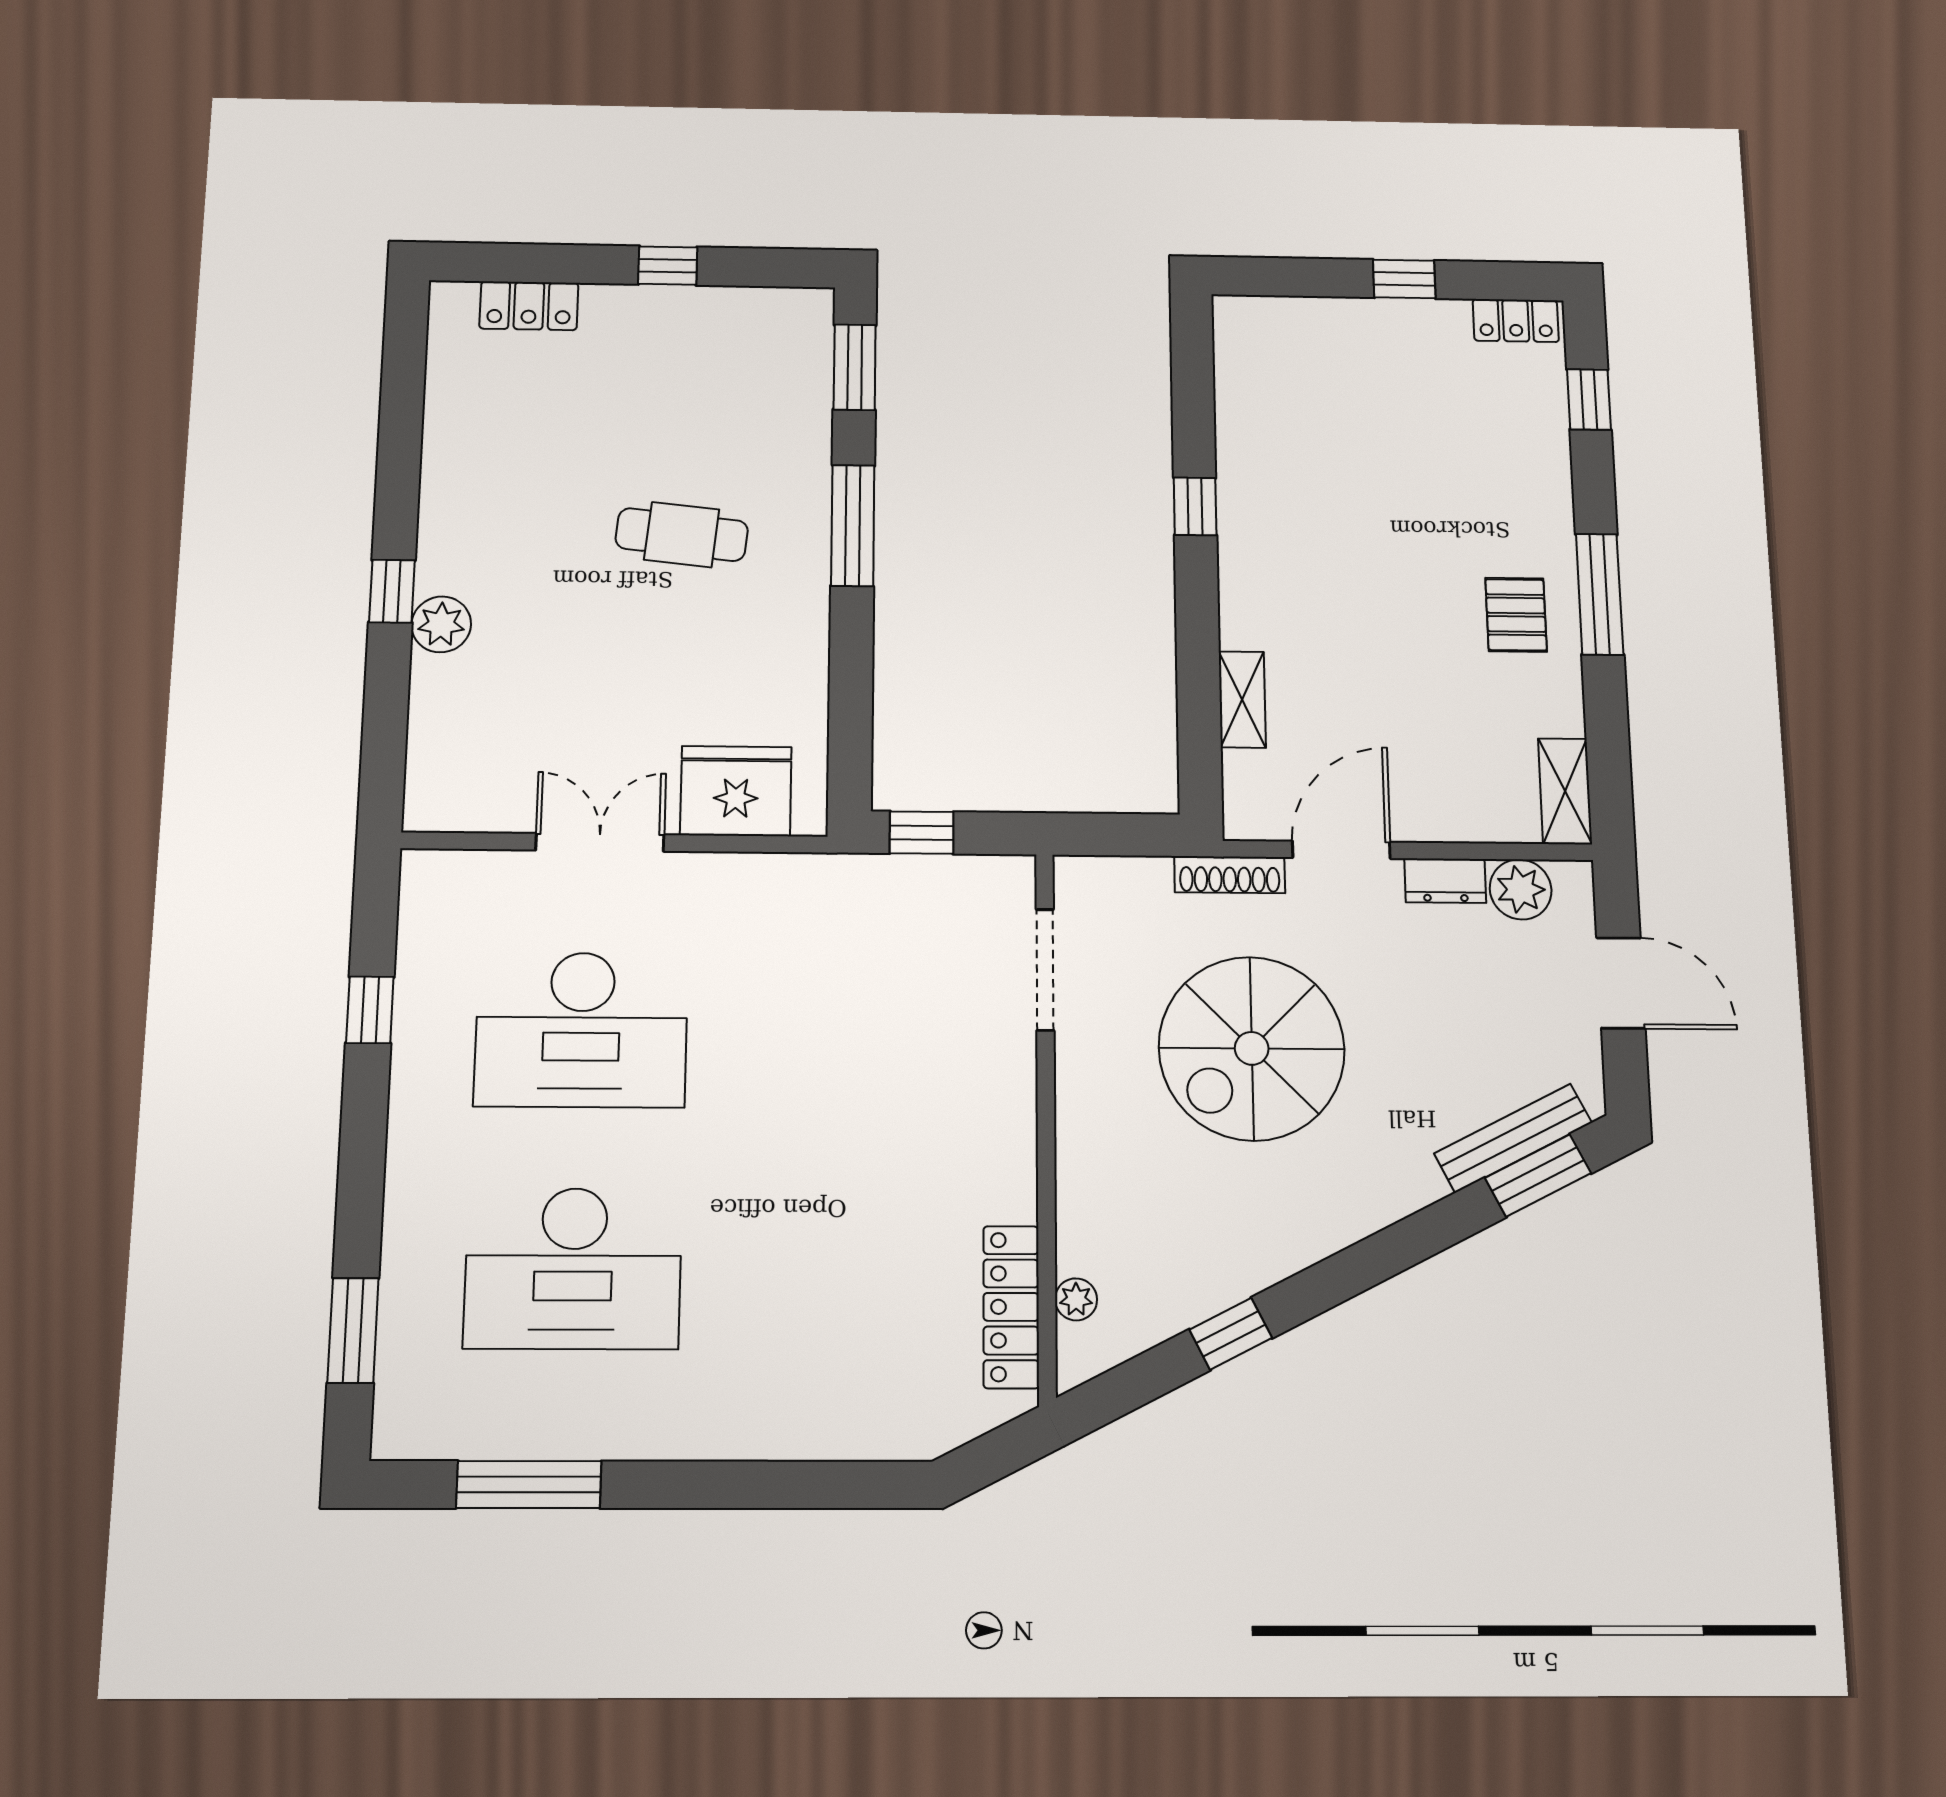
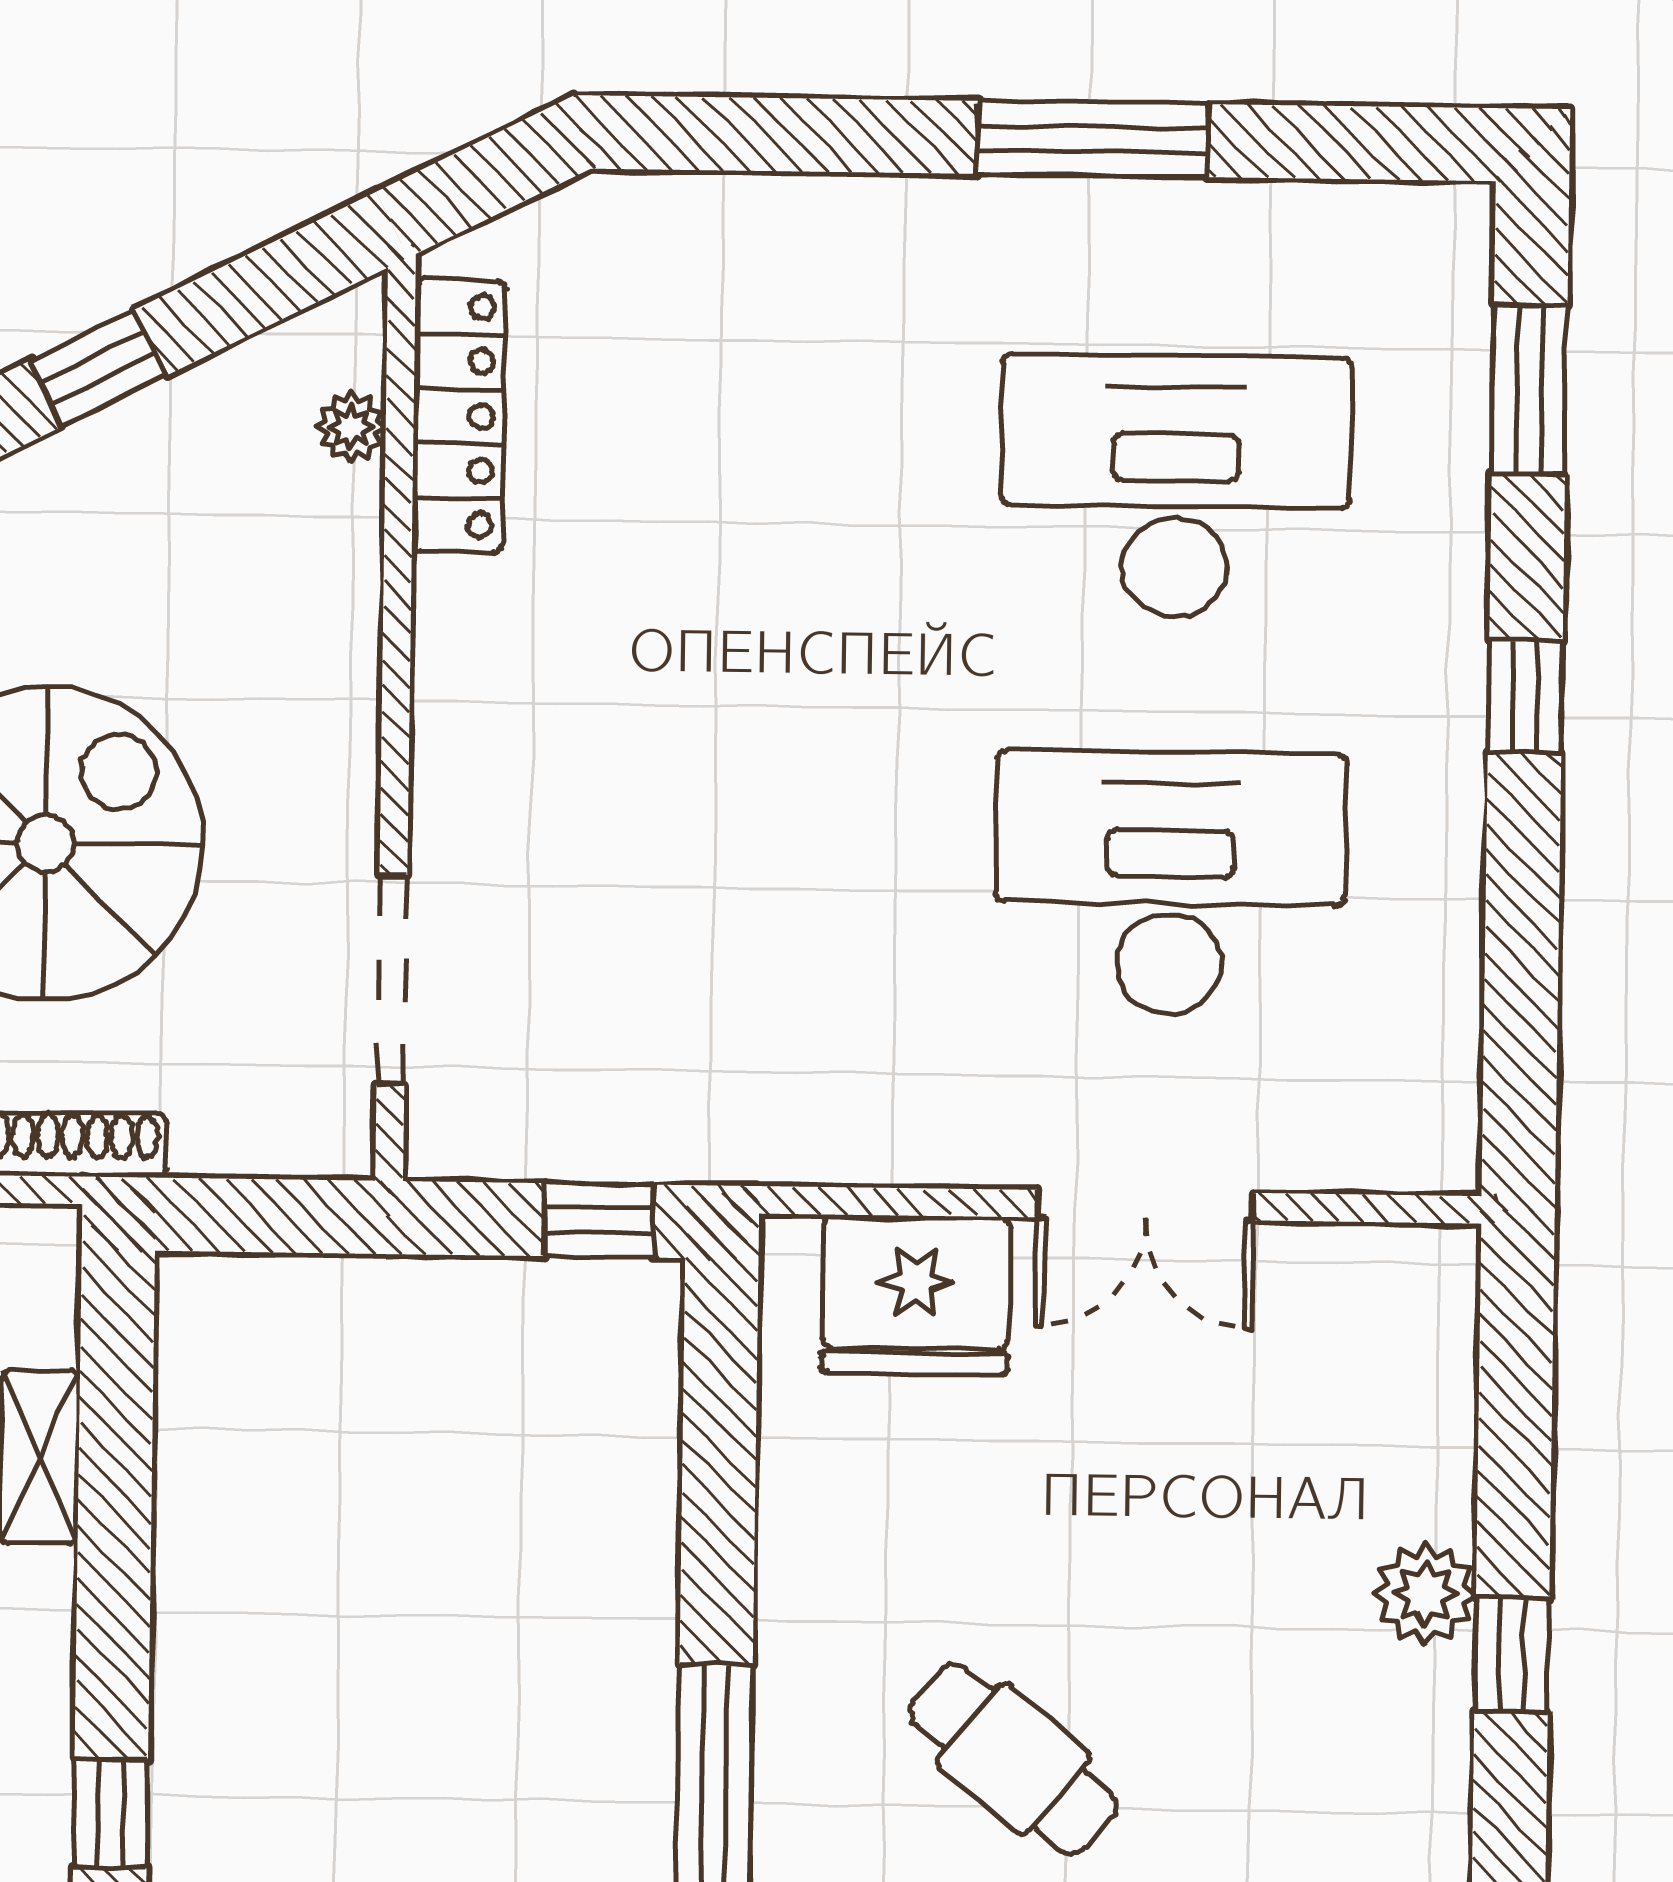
cafe table: (682, 535) -> (1013, 1759), turned 34
window: (370, 1010) -> (1525, 697), moved
window: (529, 1485) -> (1092, 139), moved

